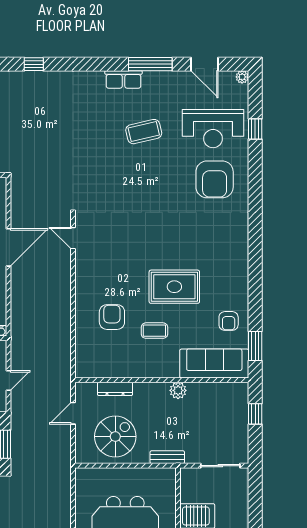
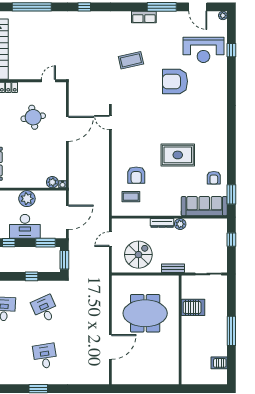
coffee table: (144, 132) -> (131, 60), moved
armchair: (215, 179) -> (175, 81), moved, turned 90
armchair: (112, 317) -> (136, 175), turned 180
coffee table: (154, 331) -> (131, 197), moved
door: (8, 381) -> (67, 217), width x1.88
dresser: (115, 389) -> (162, 223), moved

